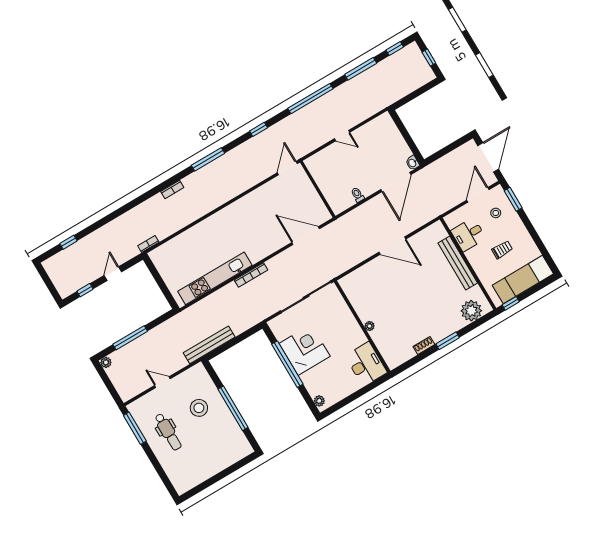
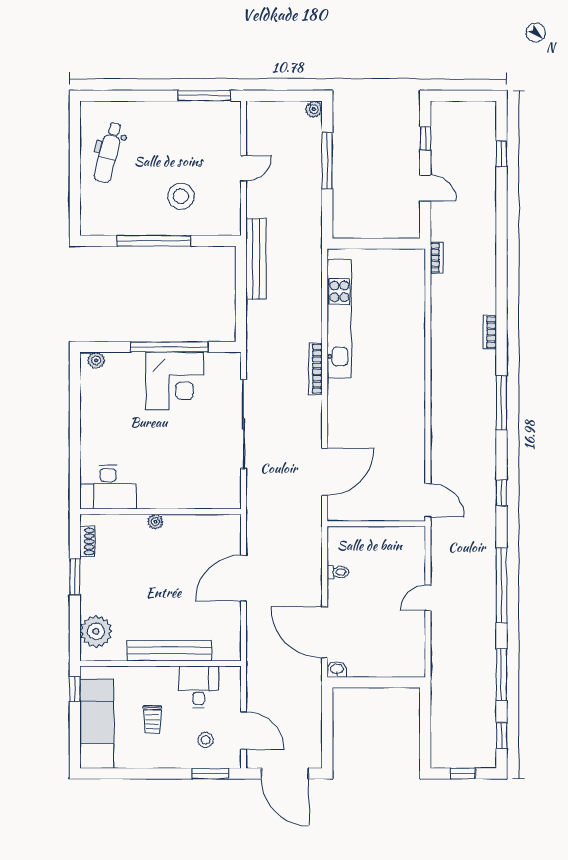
wall: (362, 326) -> (161, 512), moved
plant: (370, 326) -> (155, 522), moved
desk: (366, 364) -> (108, 487), moved
dental chair: (168, 432) -> (109, 152), moved, turned -76

